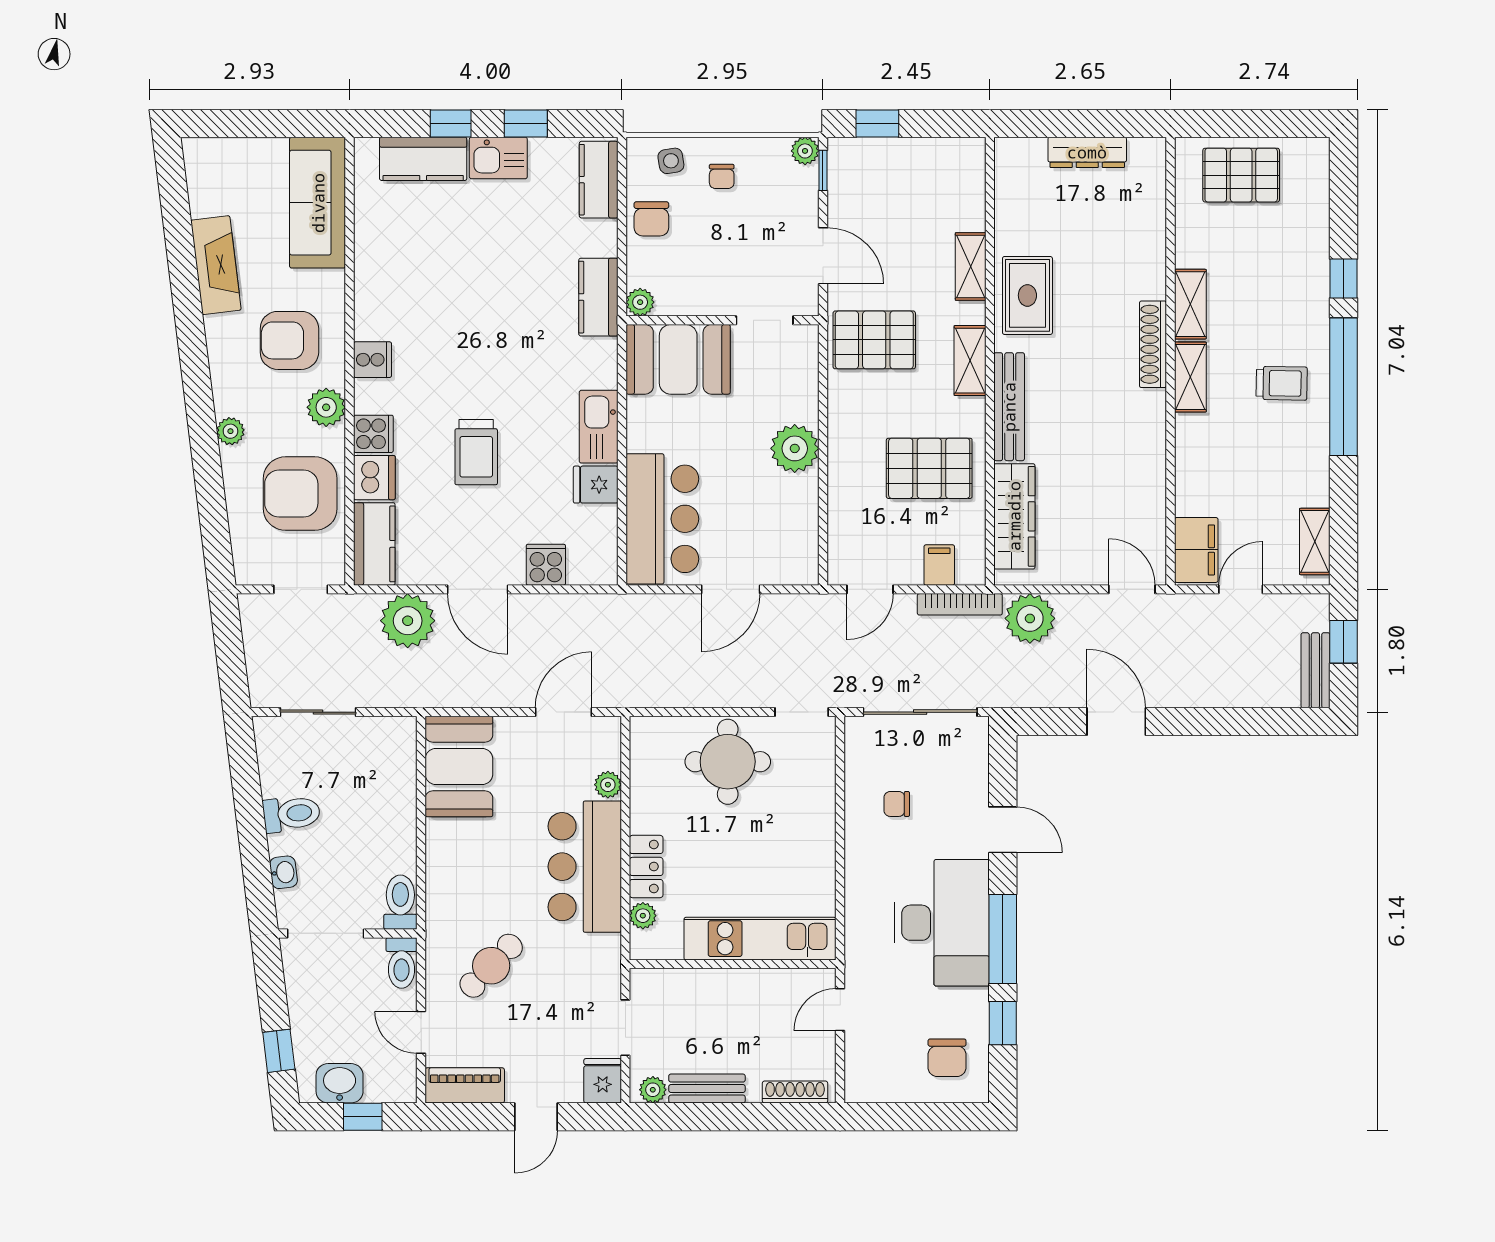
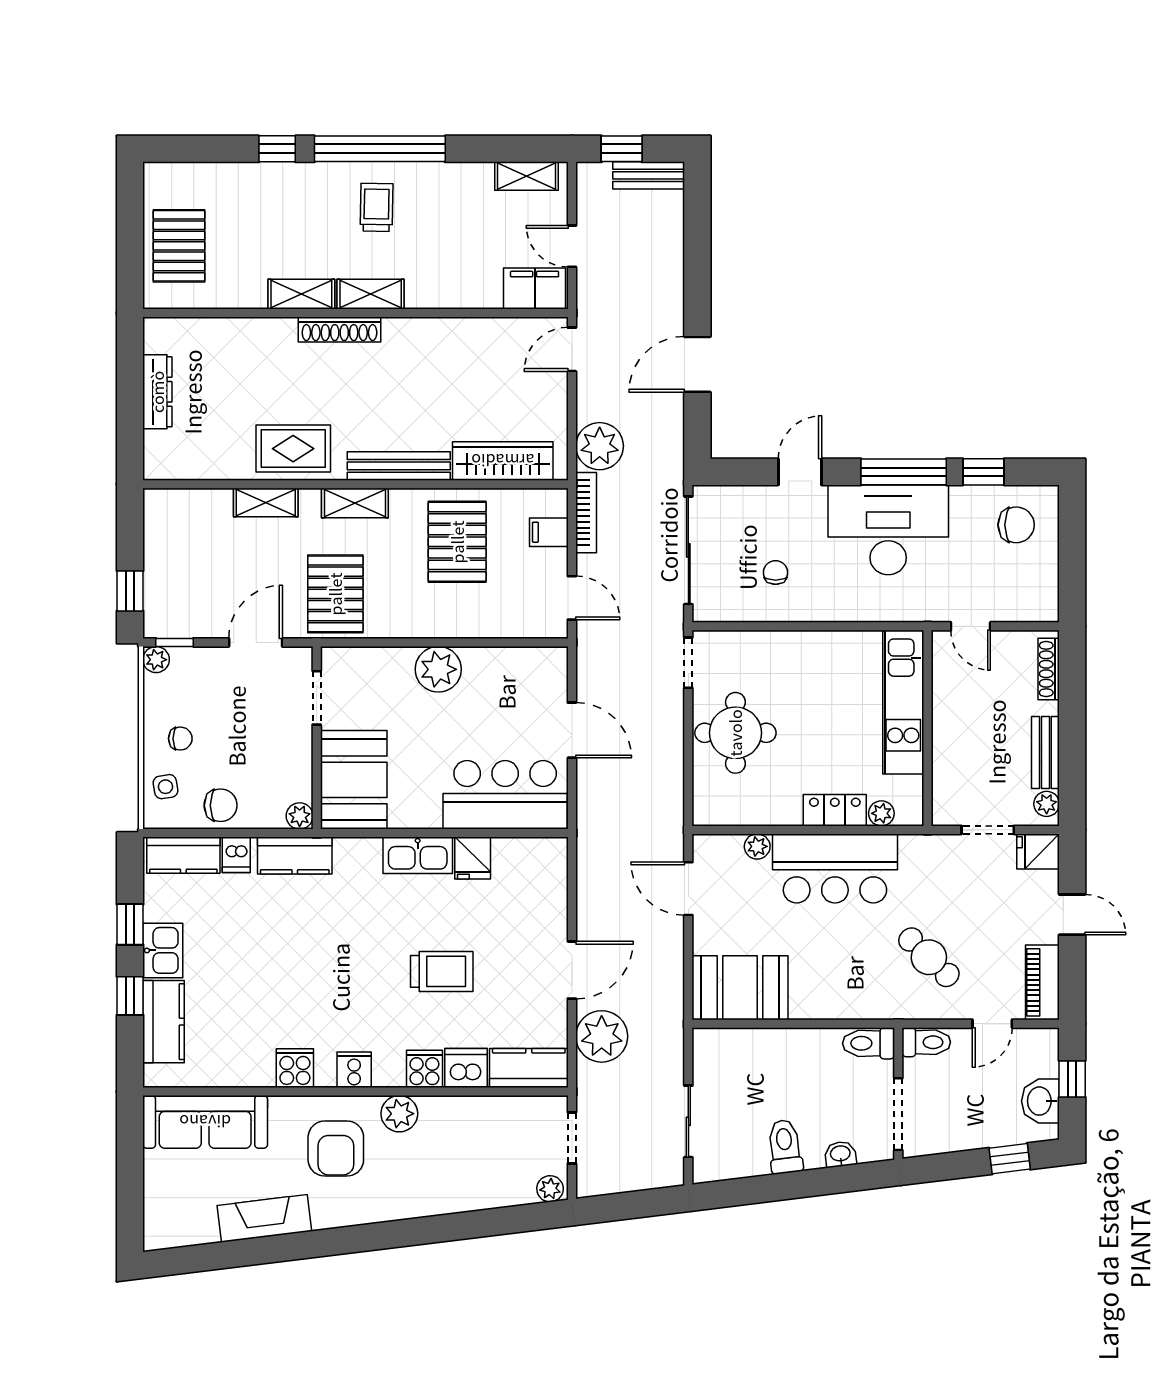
dishwasher: (599, 235) -> (236, 855), added
plant: (230, 431) -> (550, 1189), moved
armchair: (300, 494) -> (481, 1138), removed
cooker: (546, 565) -> (295, 1068), moved, turned 90
chair: (897, 804) -> (776, 573), turned 180

